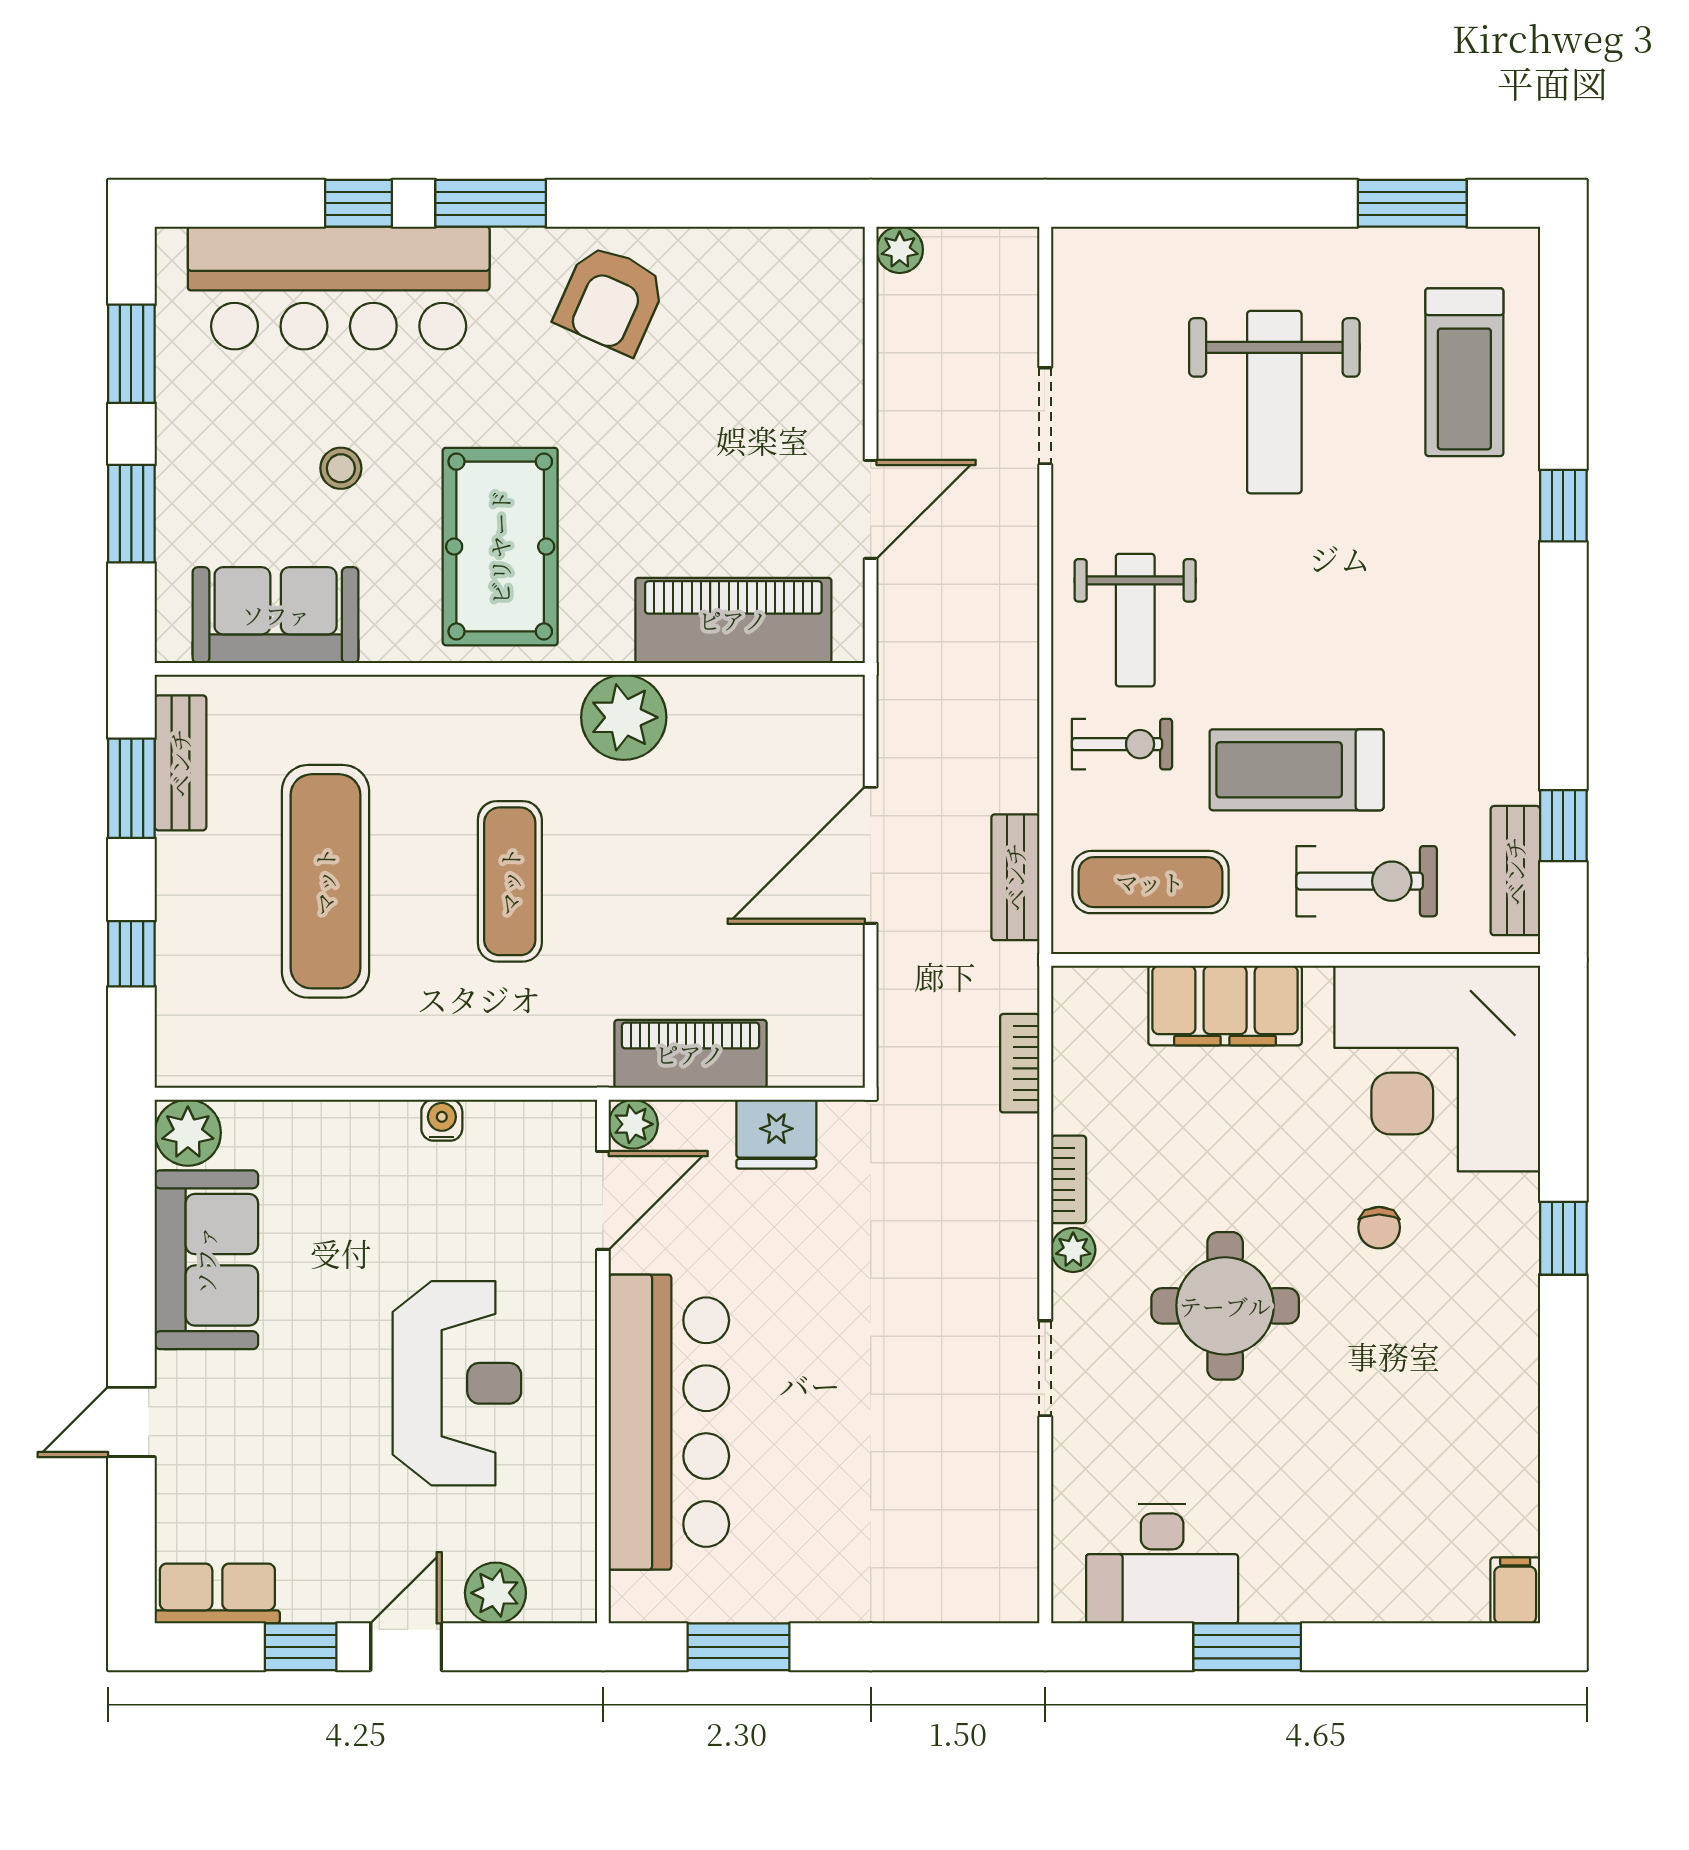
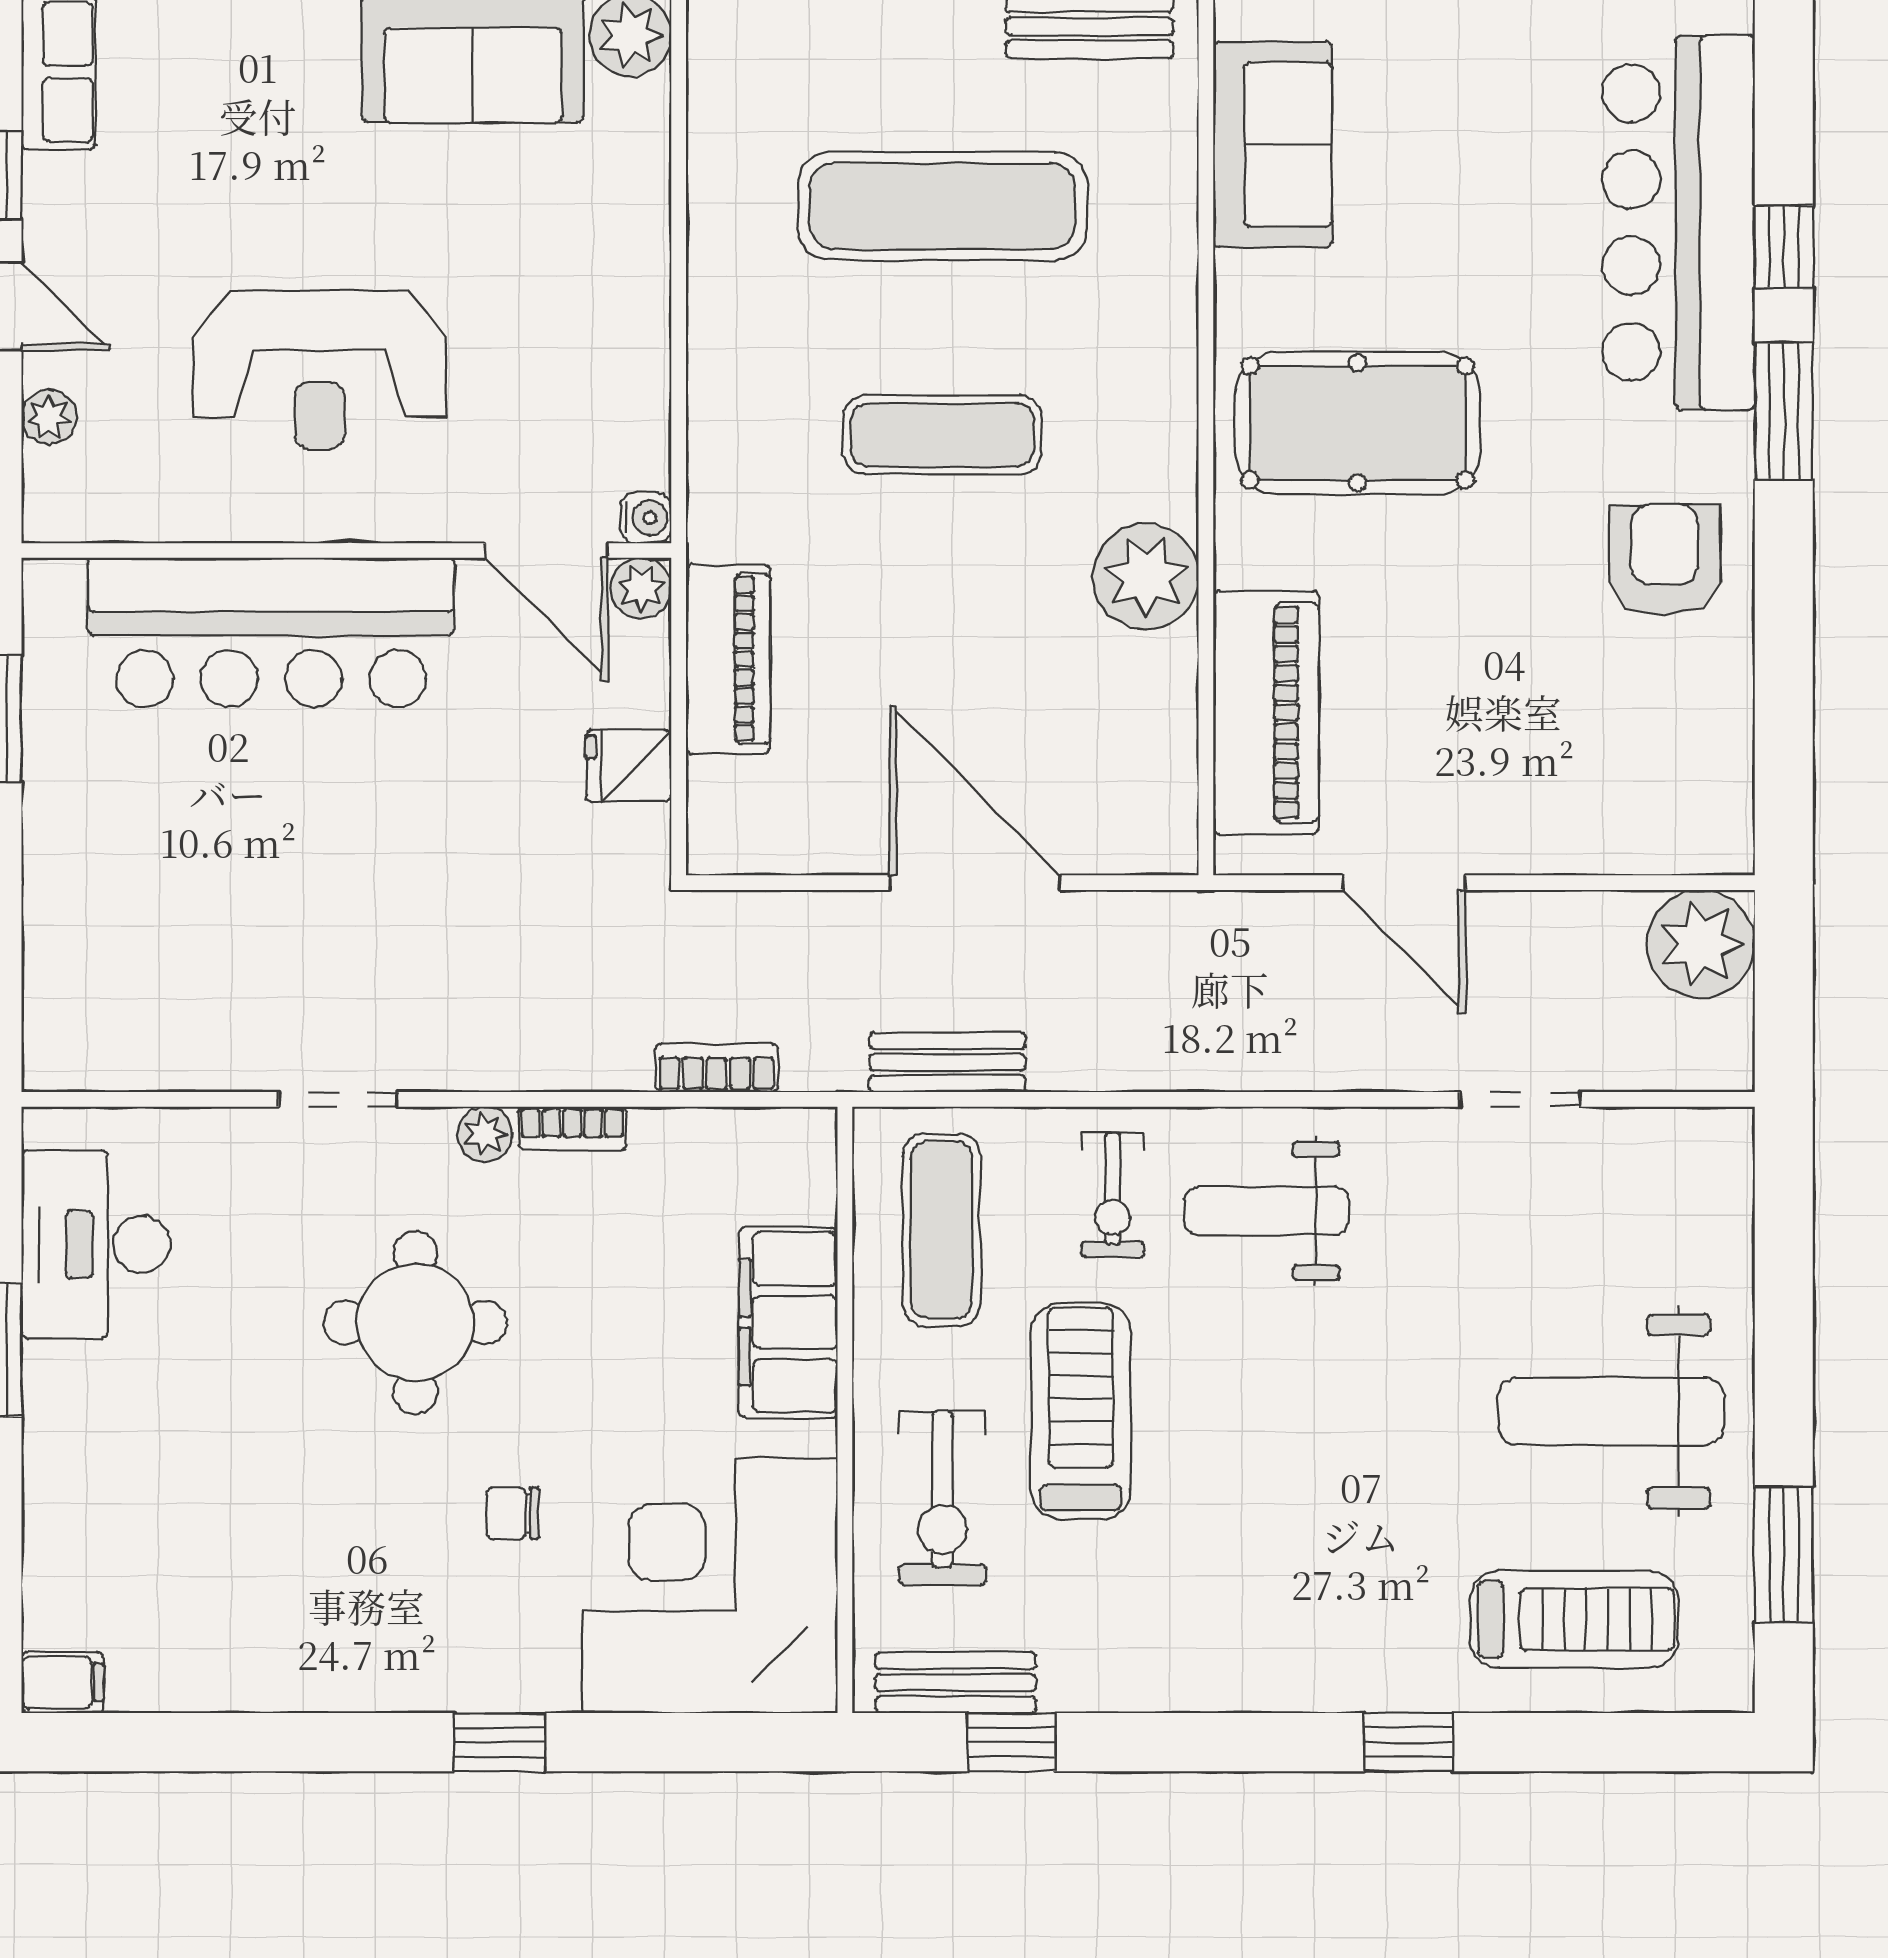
plant: (900, 250) -> (1701, 944), width x1.88, depth x1.88
armchair: (611, 299) -> (1665, 560), turned 66
treadmill: (1464, 372) -> (1574, 1619), turned 180
weight bench: (1274, 402) -> (1611, 1411), moved
stool: (341, 468) -> (1455, 225), removed
water cooler: (442, 1120) -> (646, 518), moved
fridge: (776, 1134) -> (629, 766), width x0.72
plant: (495, 1593) -> (49, 417), width x0.73, depth x0.73

